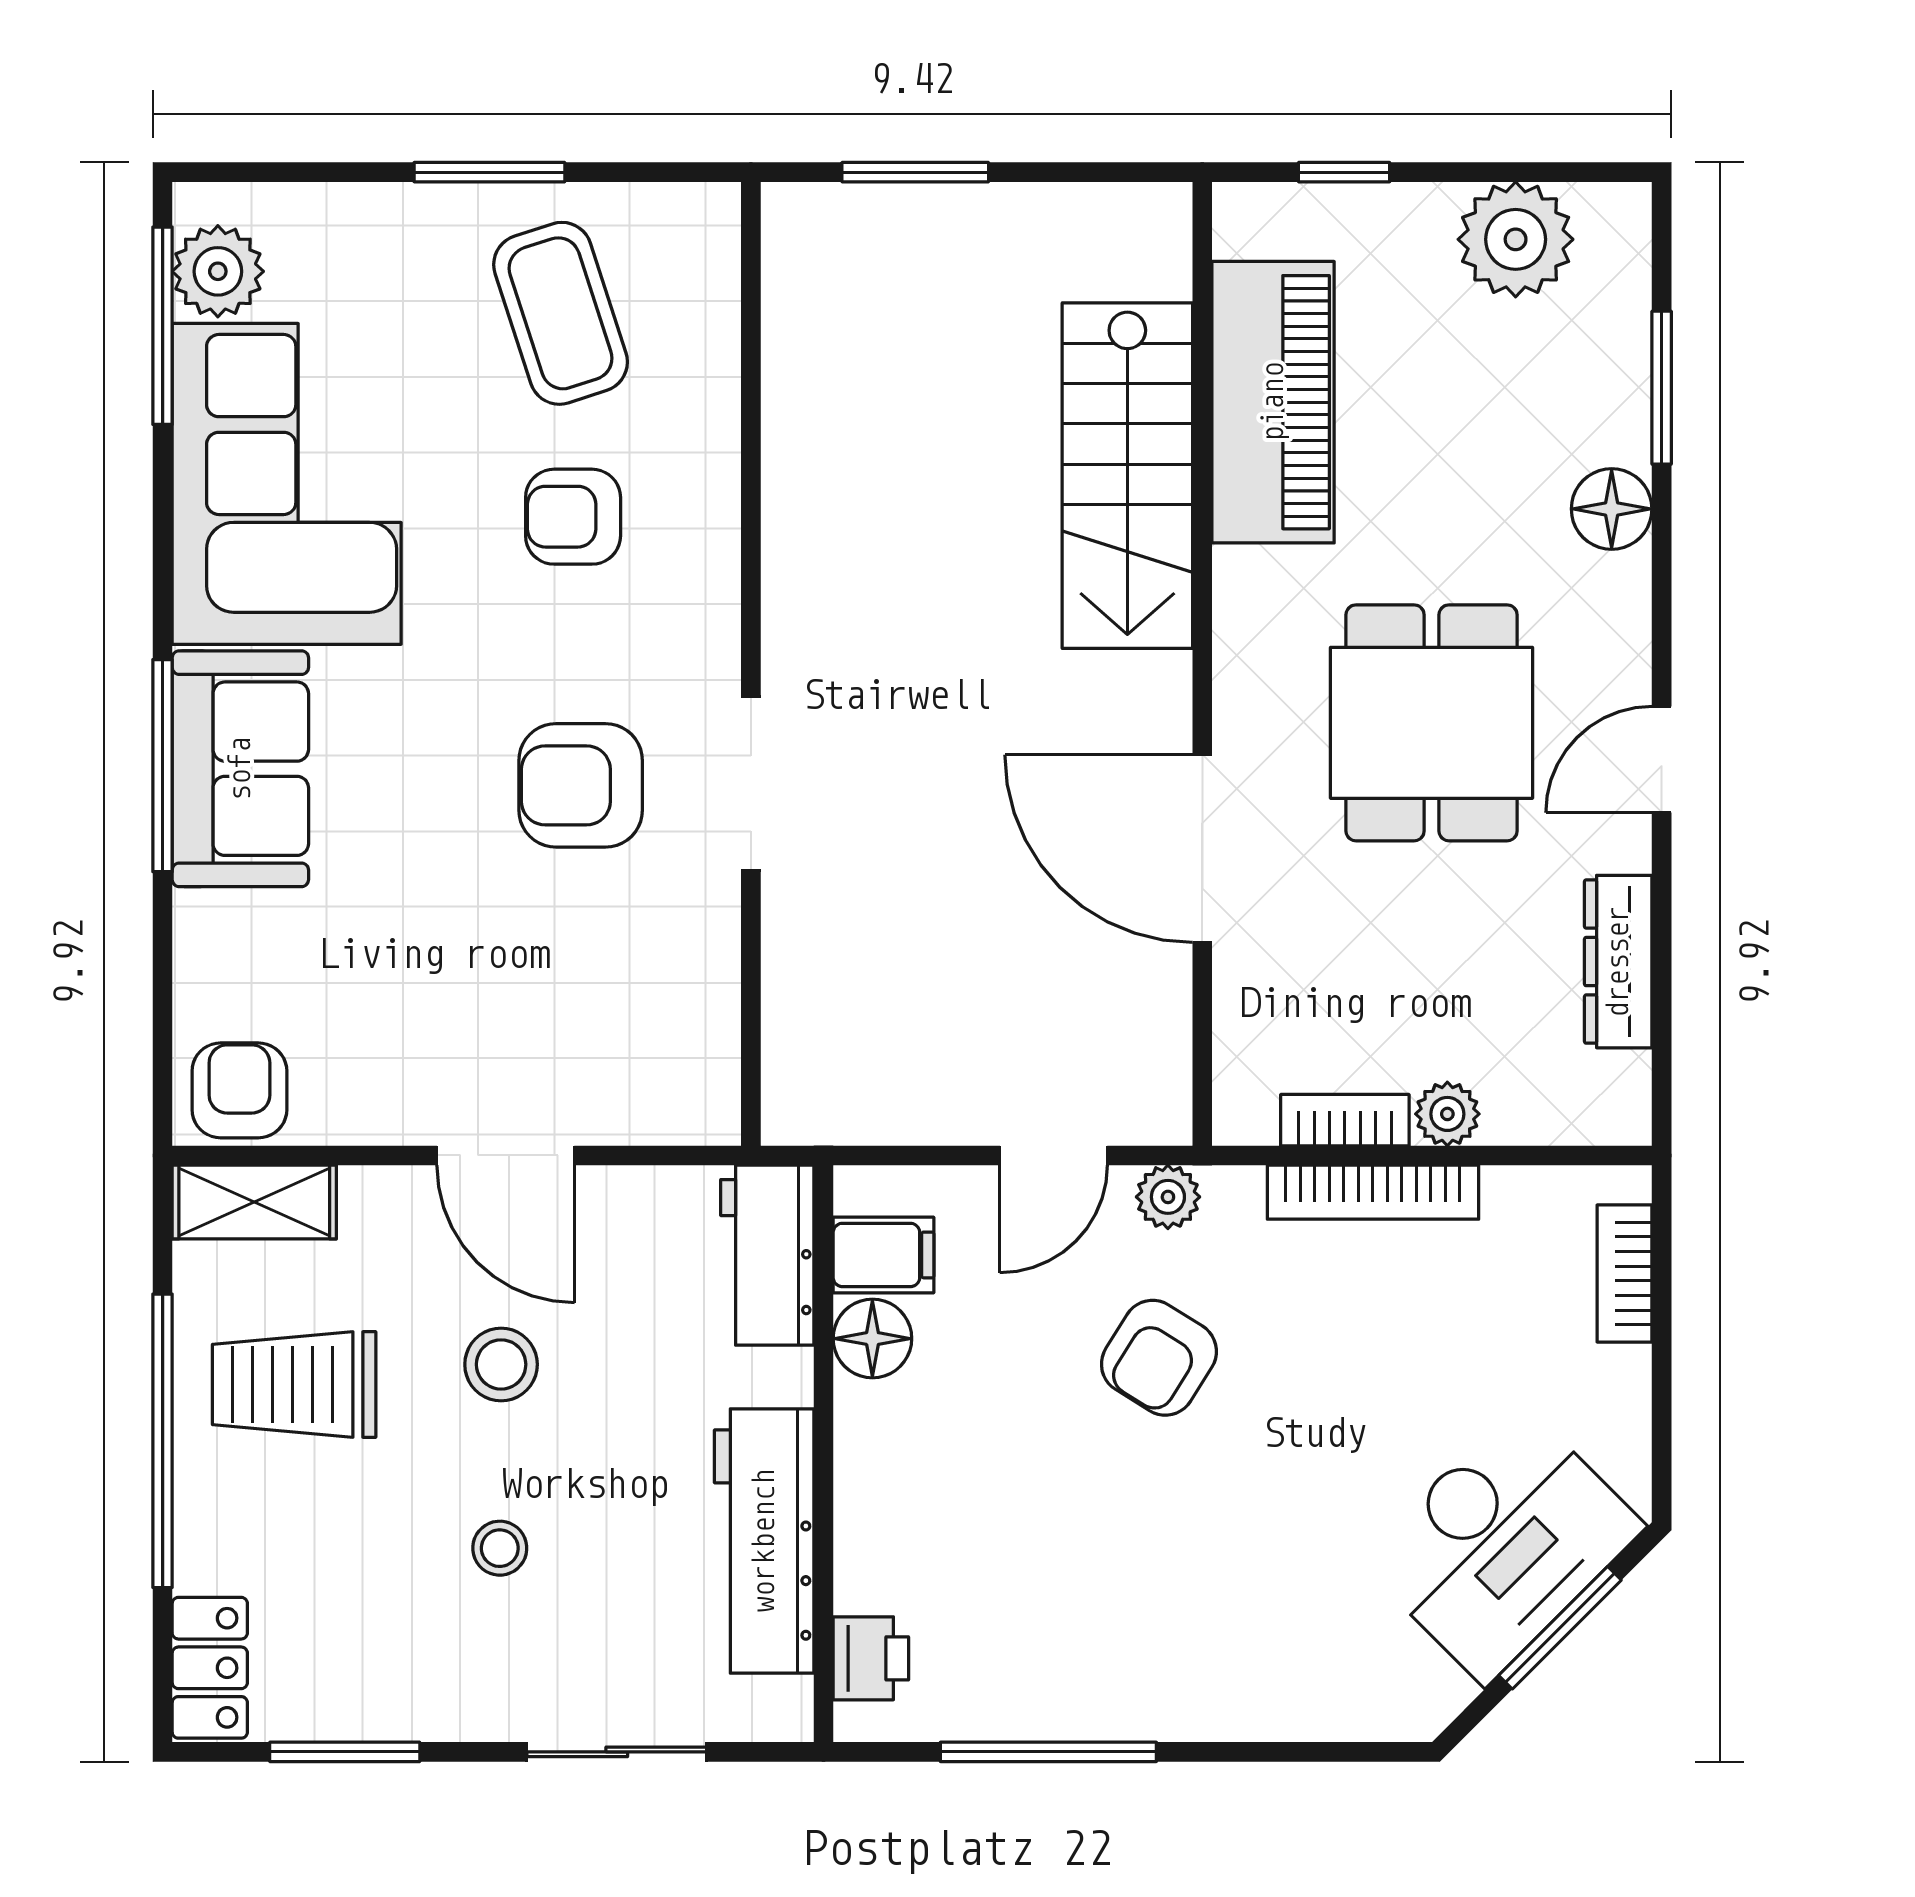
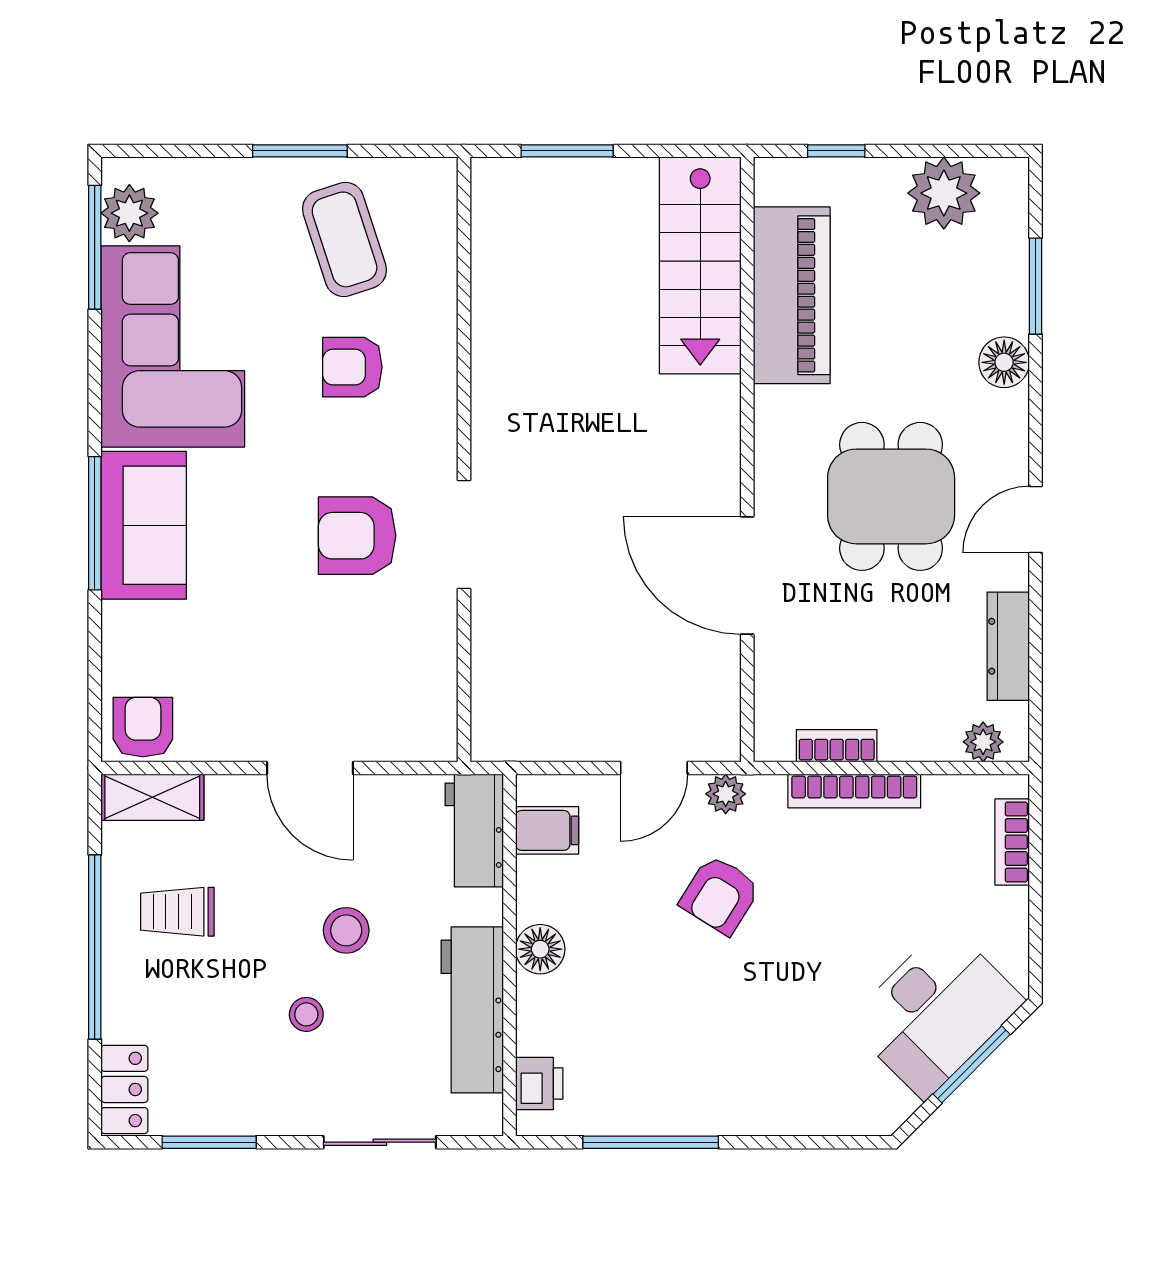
stairs: (1127, 476) -> (700, 265), moved
plant: (1447, 1114) -> (983, 742), moved
floor lamp: (872, 1339) -> (540, 949), moved
stool: (501, 1364) -> (346, 930), moved
trolley: (294, 1384) -> (177, 912), width x0.73, depth x0.72

